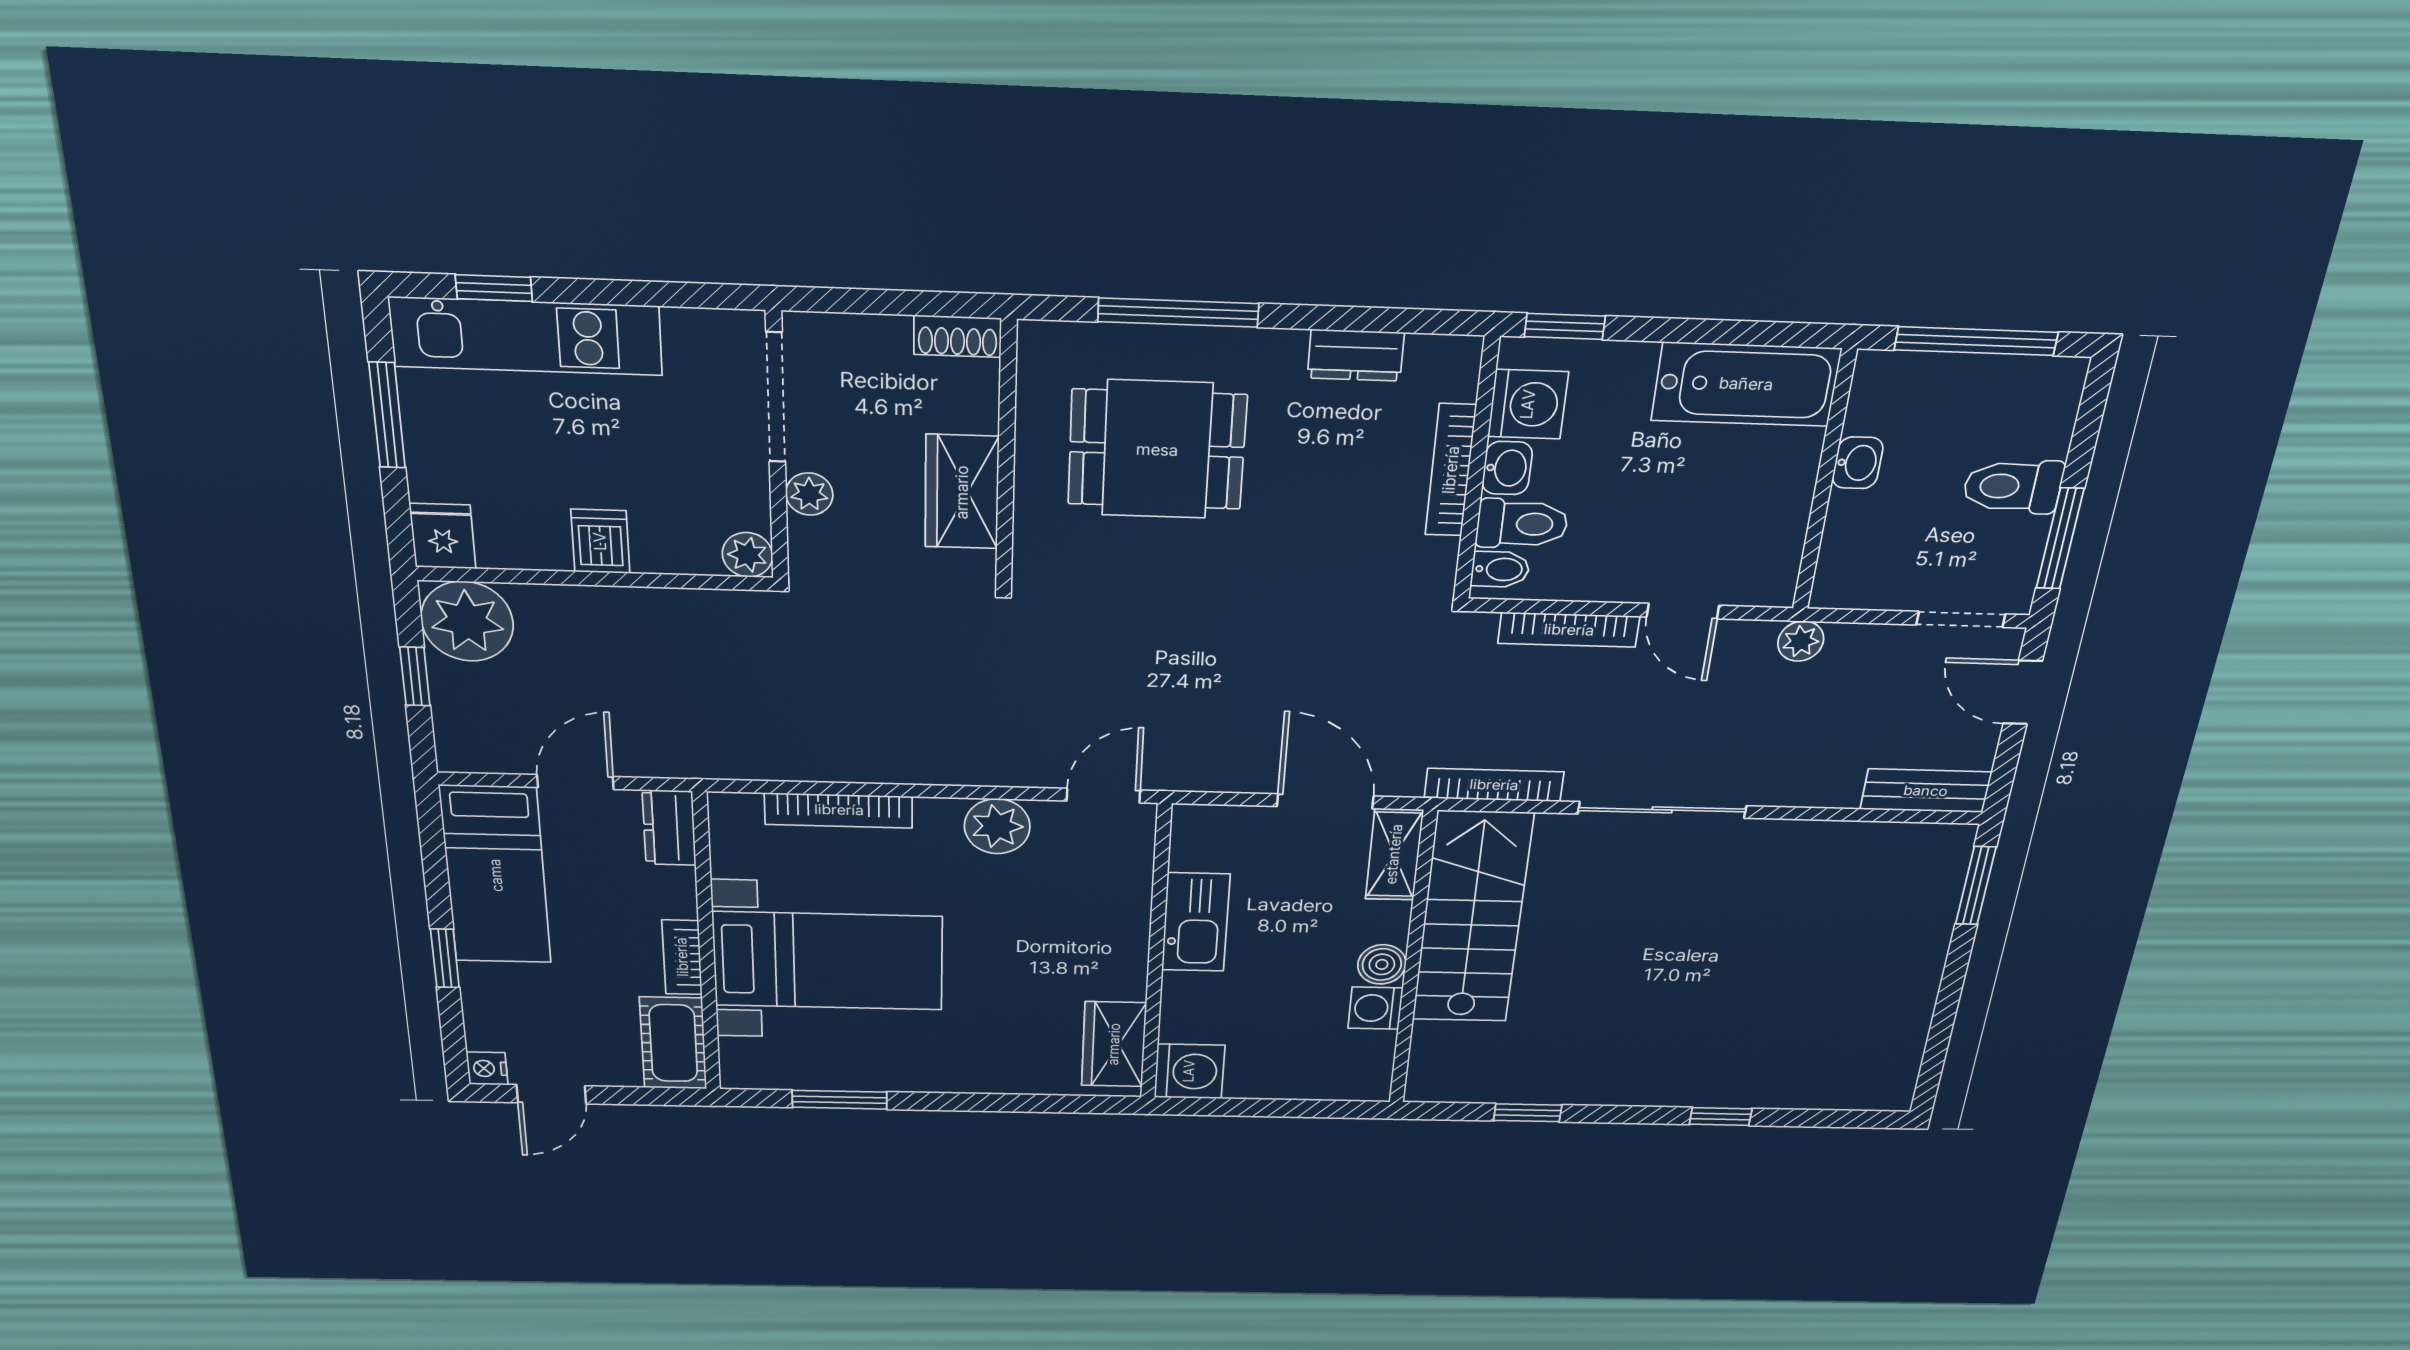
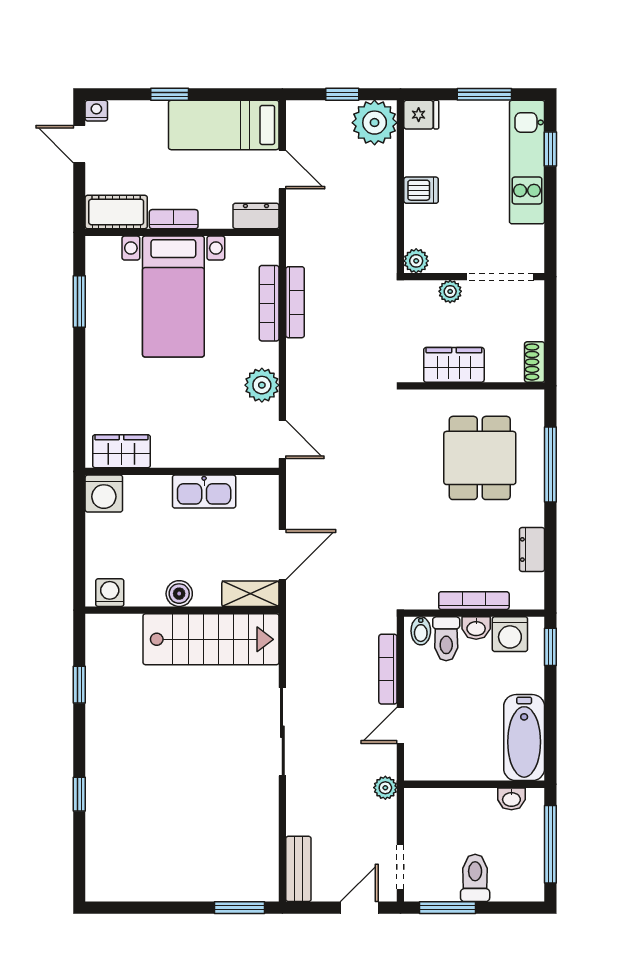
washbasin: (1858, 463) -> (511, 799), moved
bookcase: (1494, 785) -> (295, 302), moved
washing machine: (1375, 1008) -> (110, 593), moved

